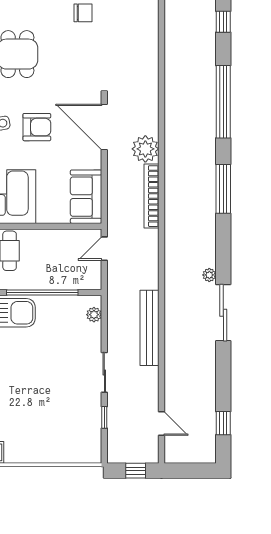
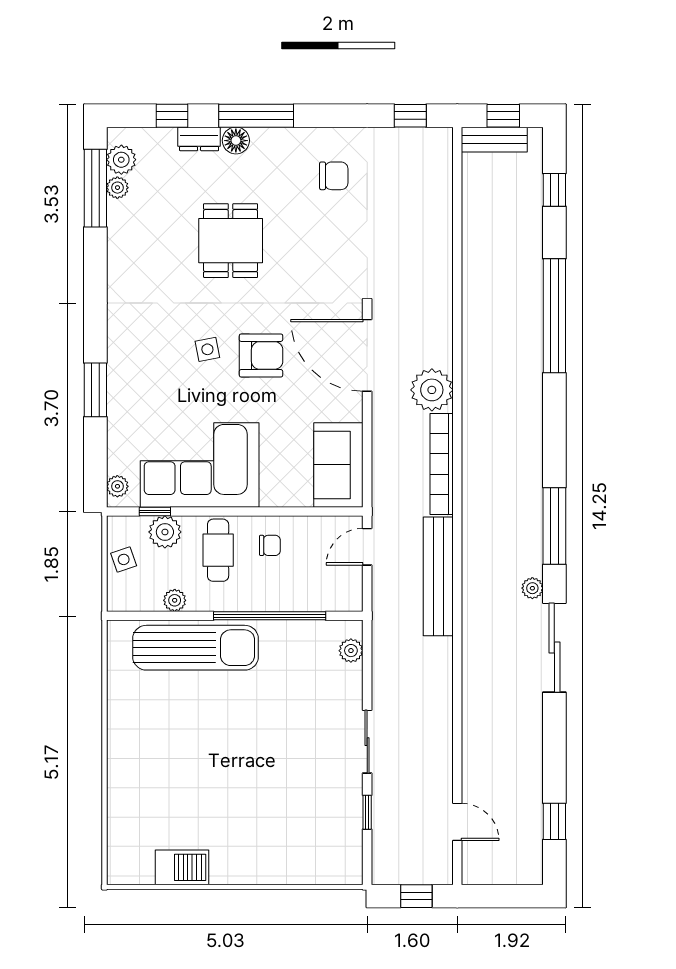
window: (223, 189) -> (554, 526), moved
chair: (42, 248) -> (270, 545), added
bench: (149, 328) -> (438, 576), moved

